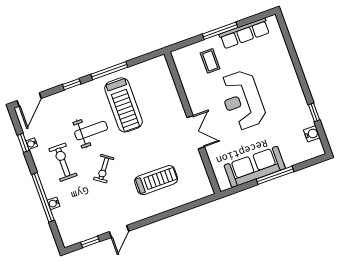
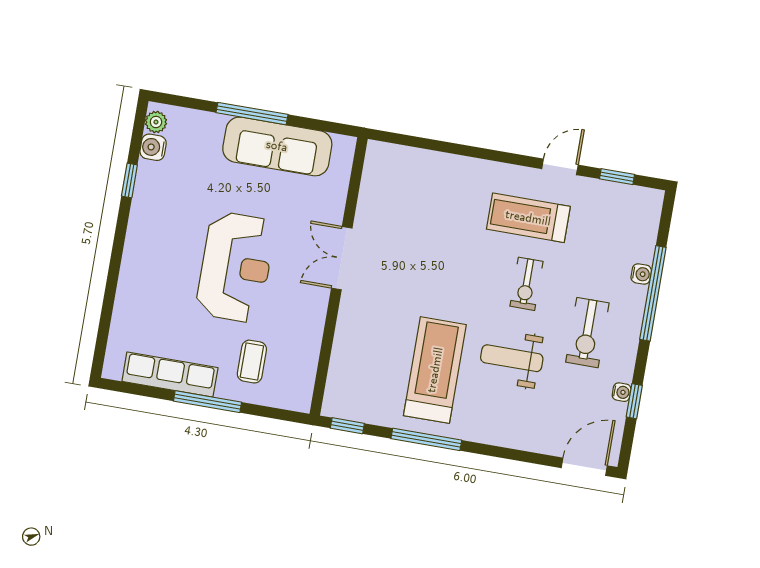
window: (72, 84) -> (347, 426), moved
plant: (317, 146) -> (156, 122), added
exercise bike: (104, 169) -> (527, 284), turned 144
treadmill: (156, 180) -> (528, 218), moved

